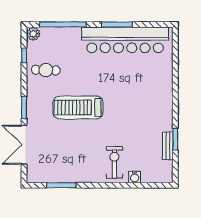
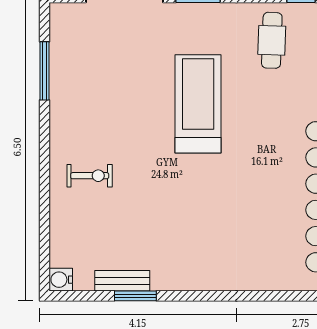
exercise bike: (114, 162) -> (90, 176), width x0.73, depth x0.72
water cooler: (135, 177) -> (61, 280), moved

